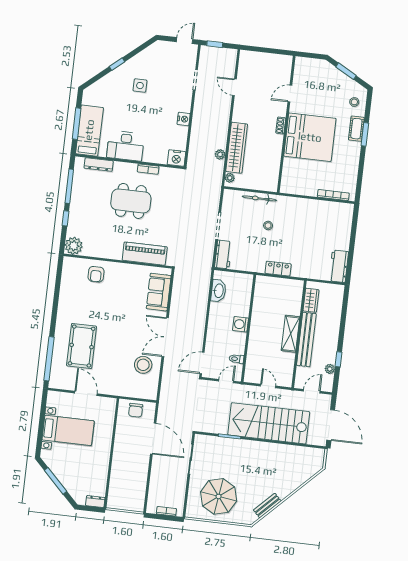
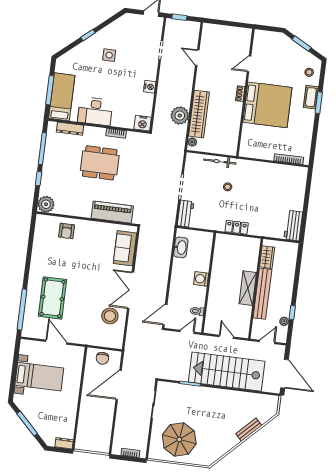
plant: (220, 154) -> (180, 115), width x1.87, depth x1.87
door: (153, 439) -> (119, 385), swing flipped
bench: (267, 506) -> (249, 430), moved

